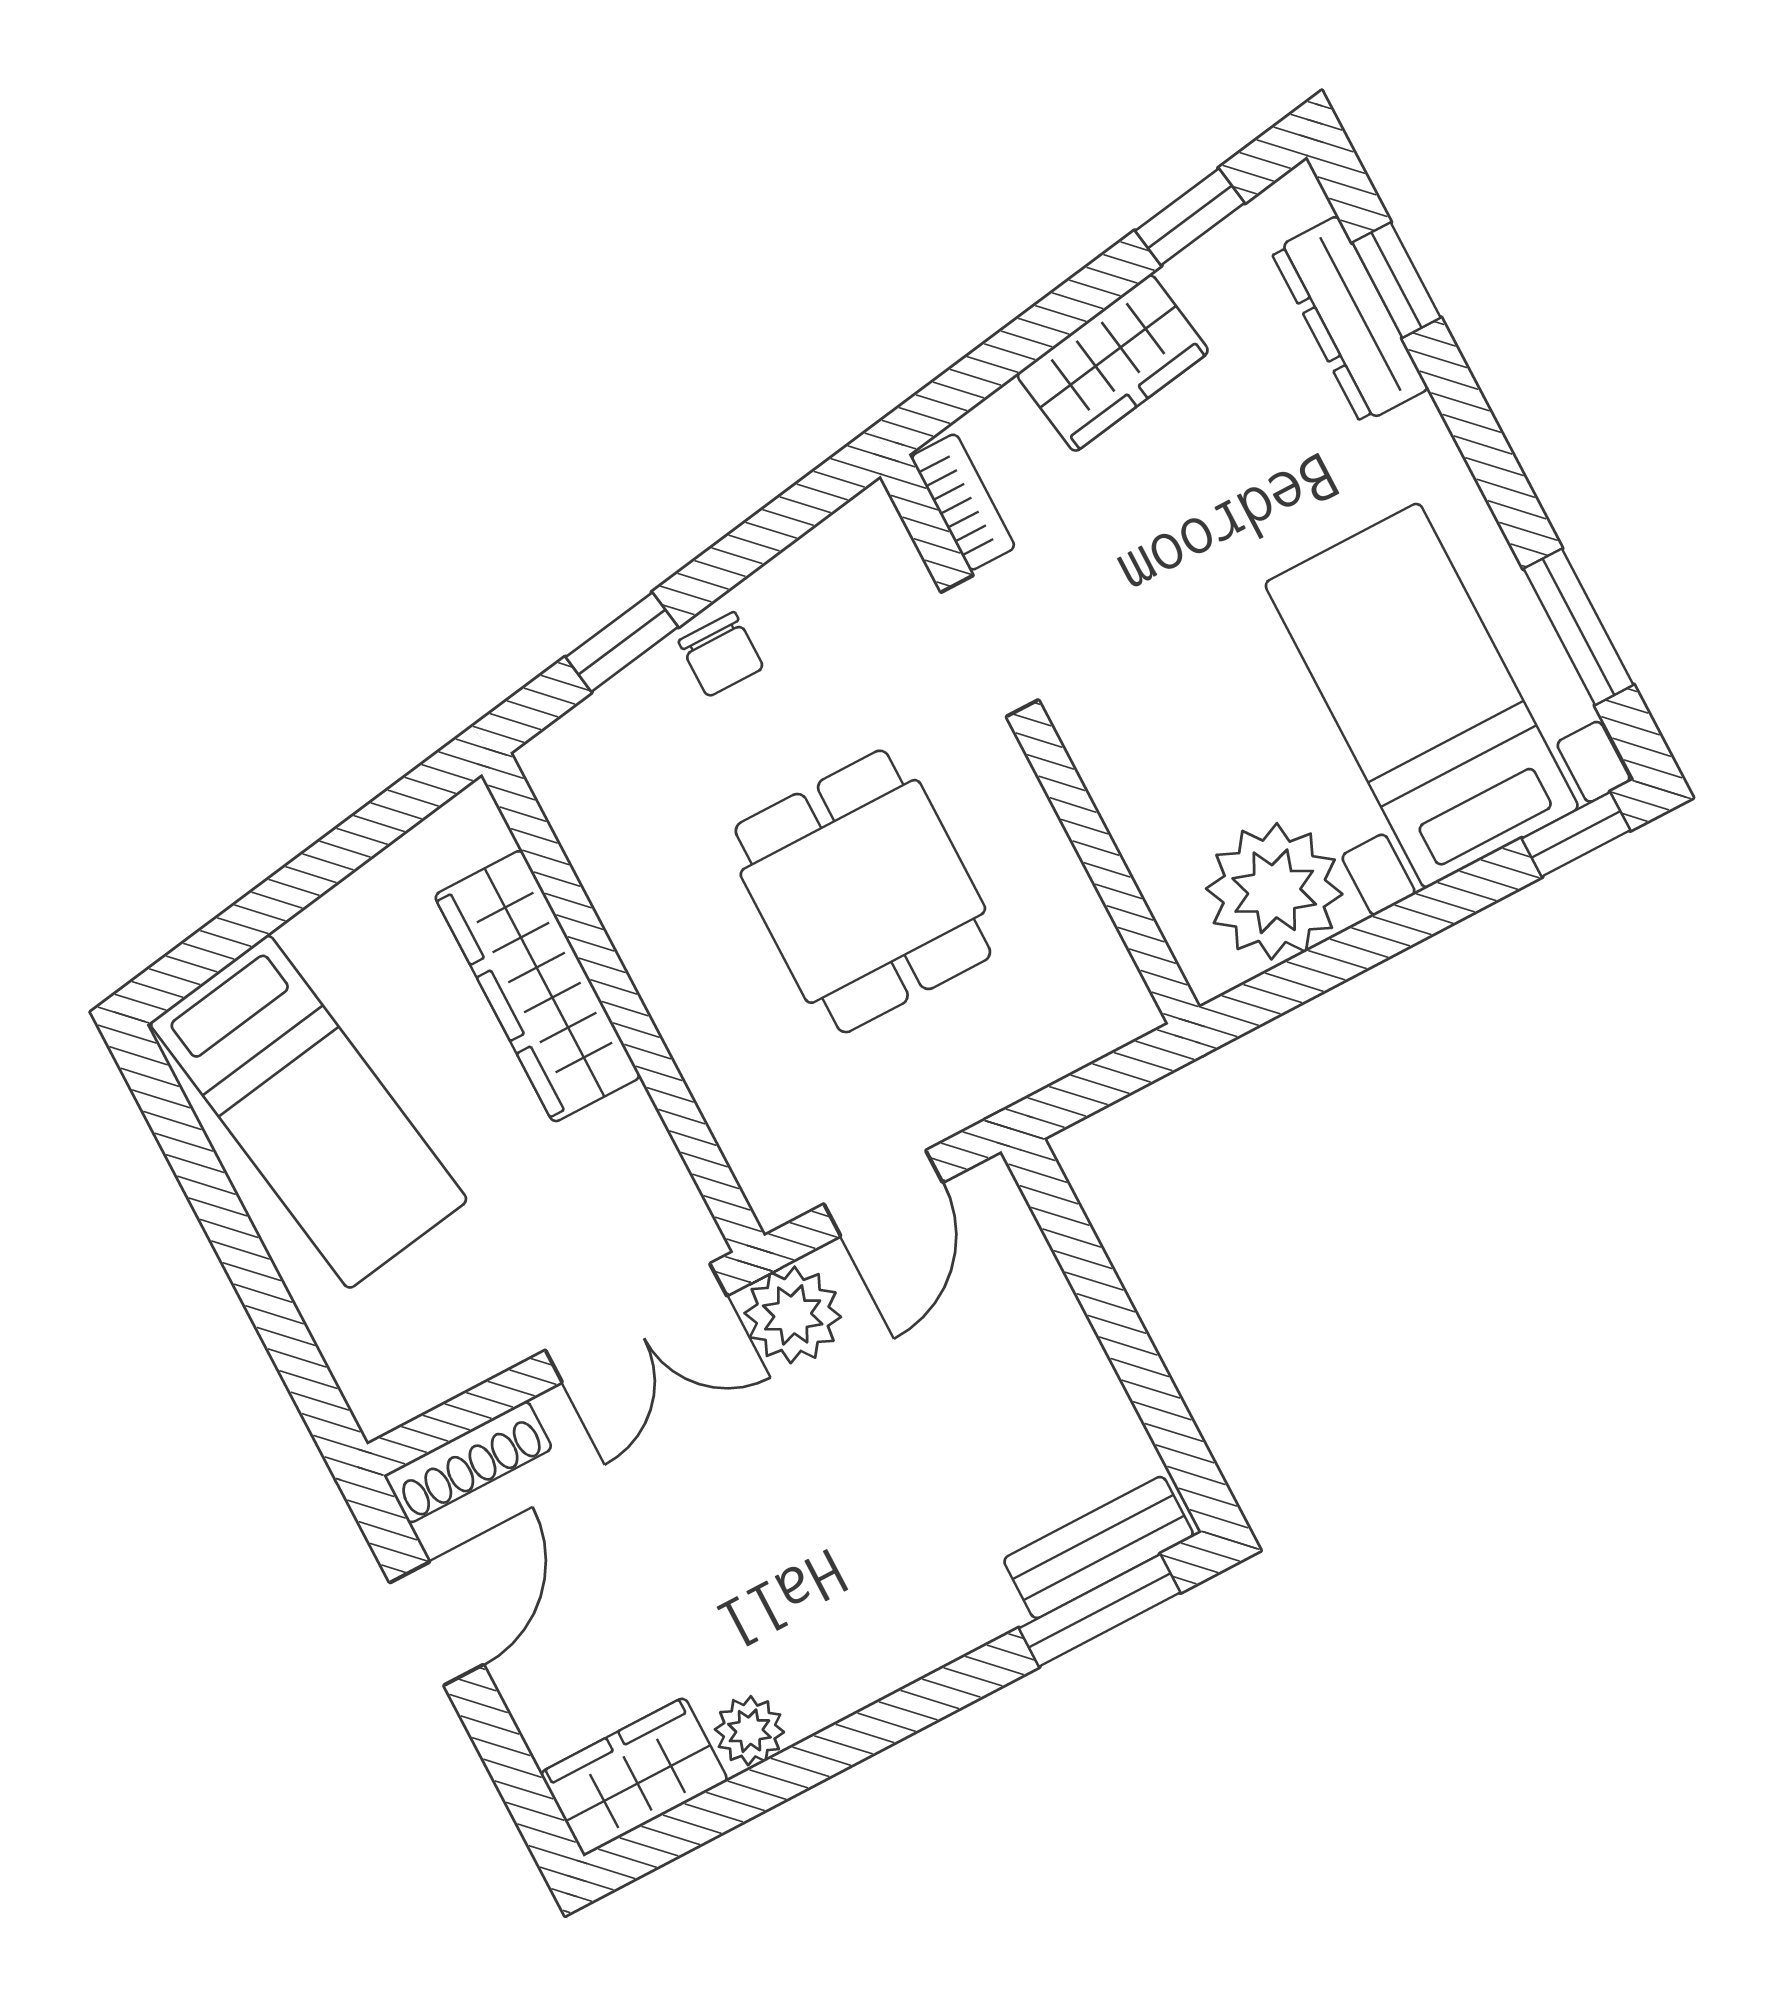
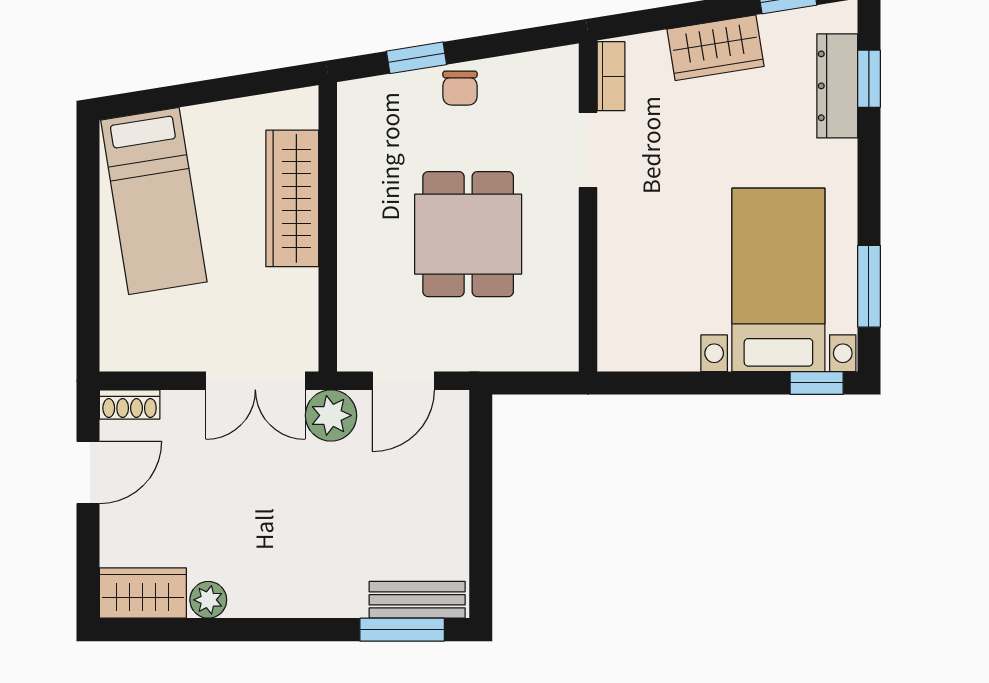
plant: (1274, 891) -> (661, 335), removed
shoe rack: (468, 1462) -> (130, 404), width x0.70

